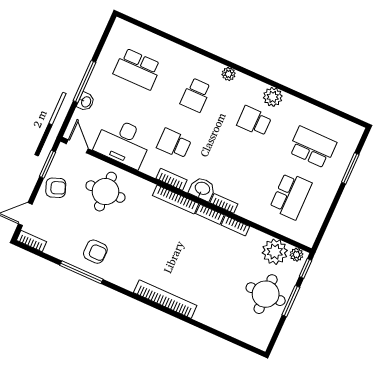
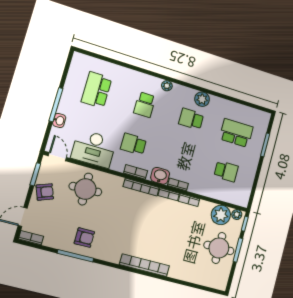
school desk: (137, 69) -> (97, 90), turned 90
school desk: (291, 196) -> (226, 171), width x0.54

